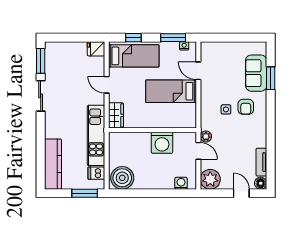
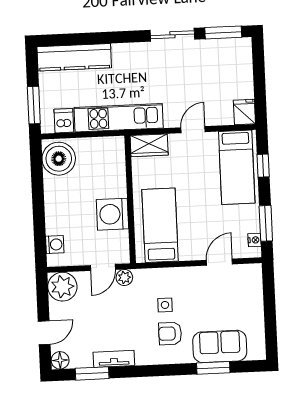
bed: (171, 91) -> (160, 225), moved
tv unit: (261, 162) -> (114, 359), moved
window: (271, 162) -> (92, 373), added

